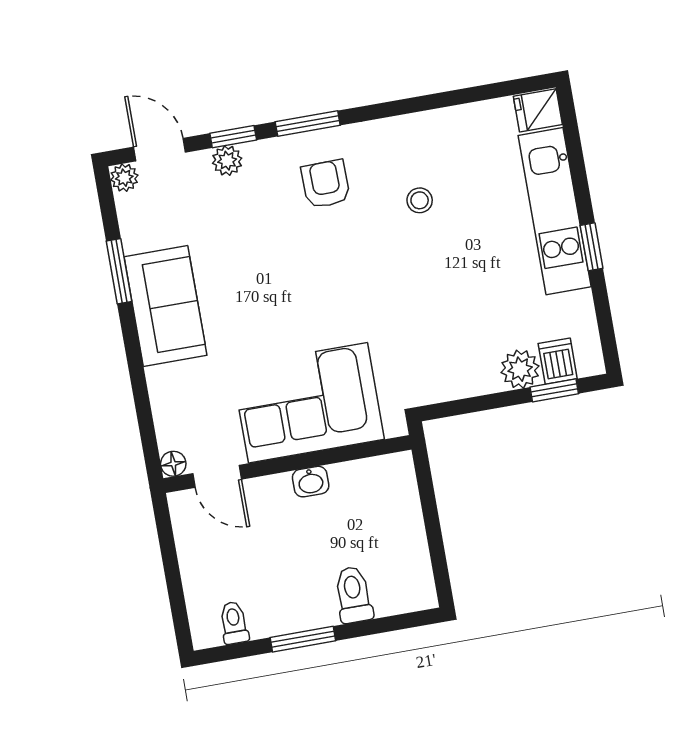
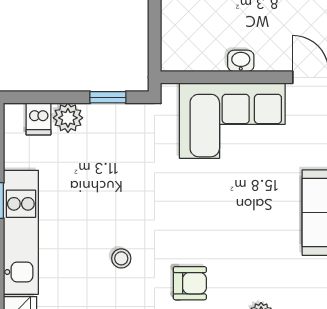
armchair: (326, 184) -> (190, 283), turned -89
window: (554, 390) -> (108, 97), moved

